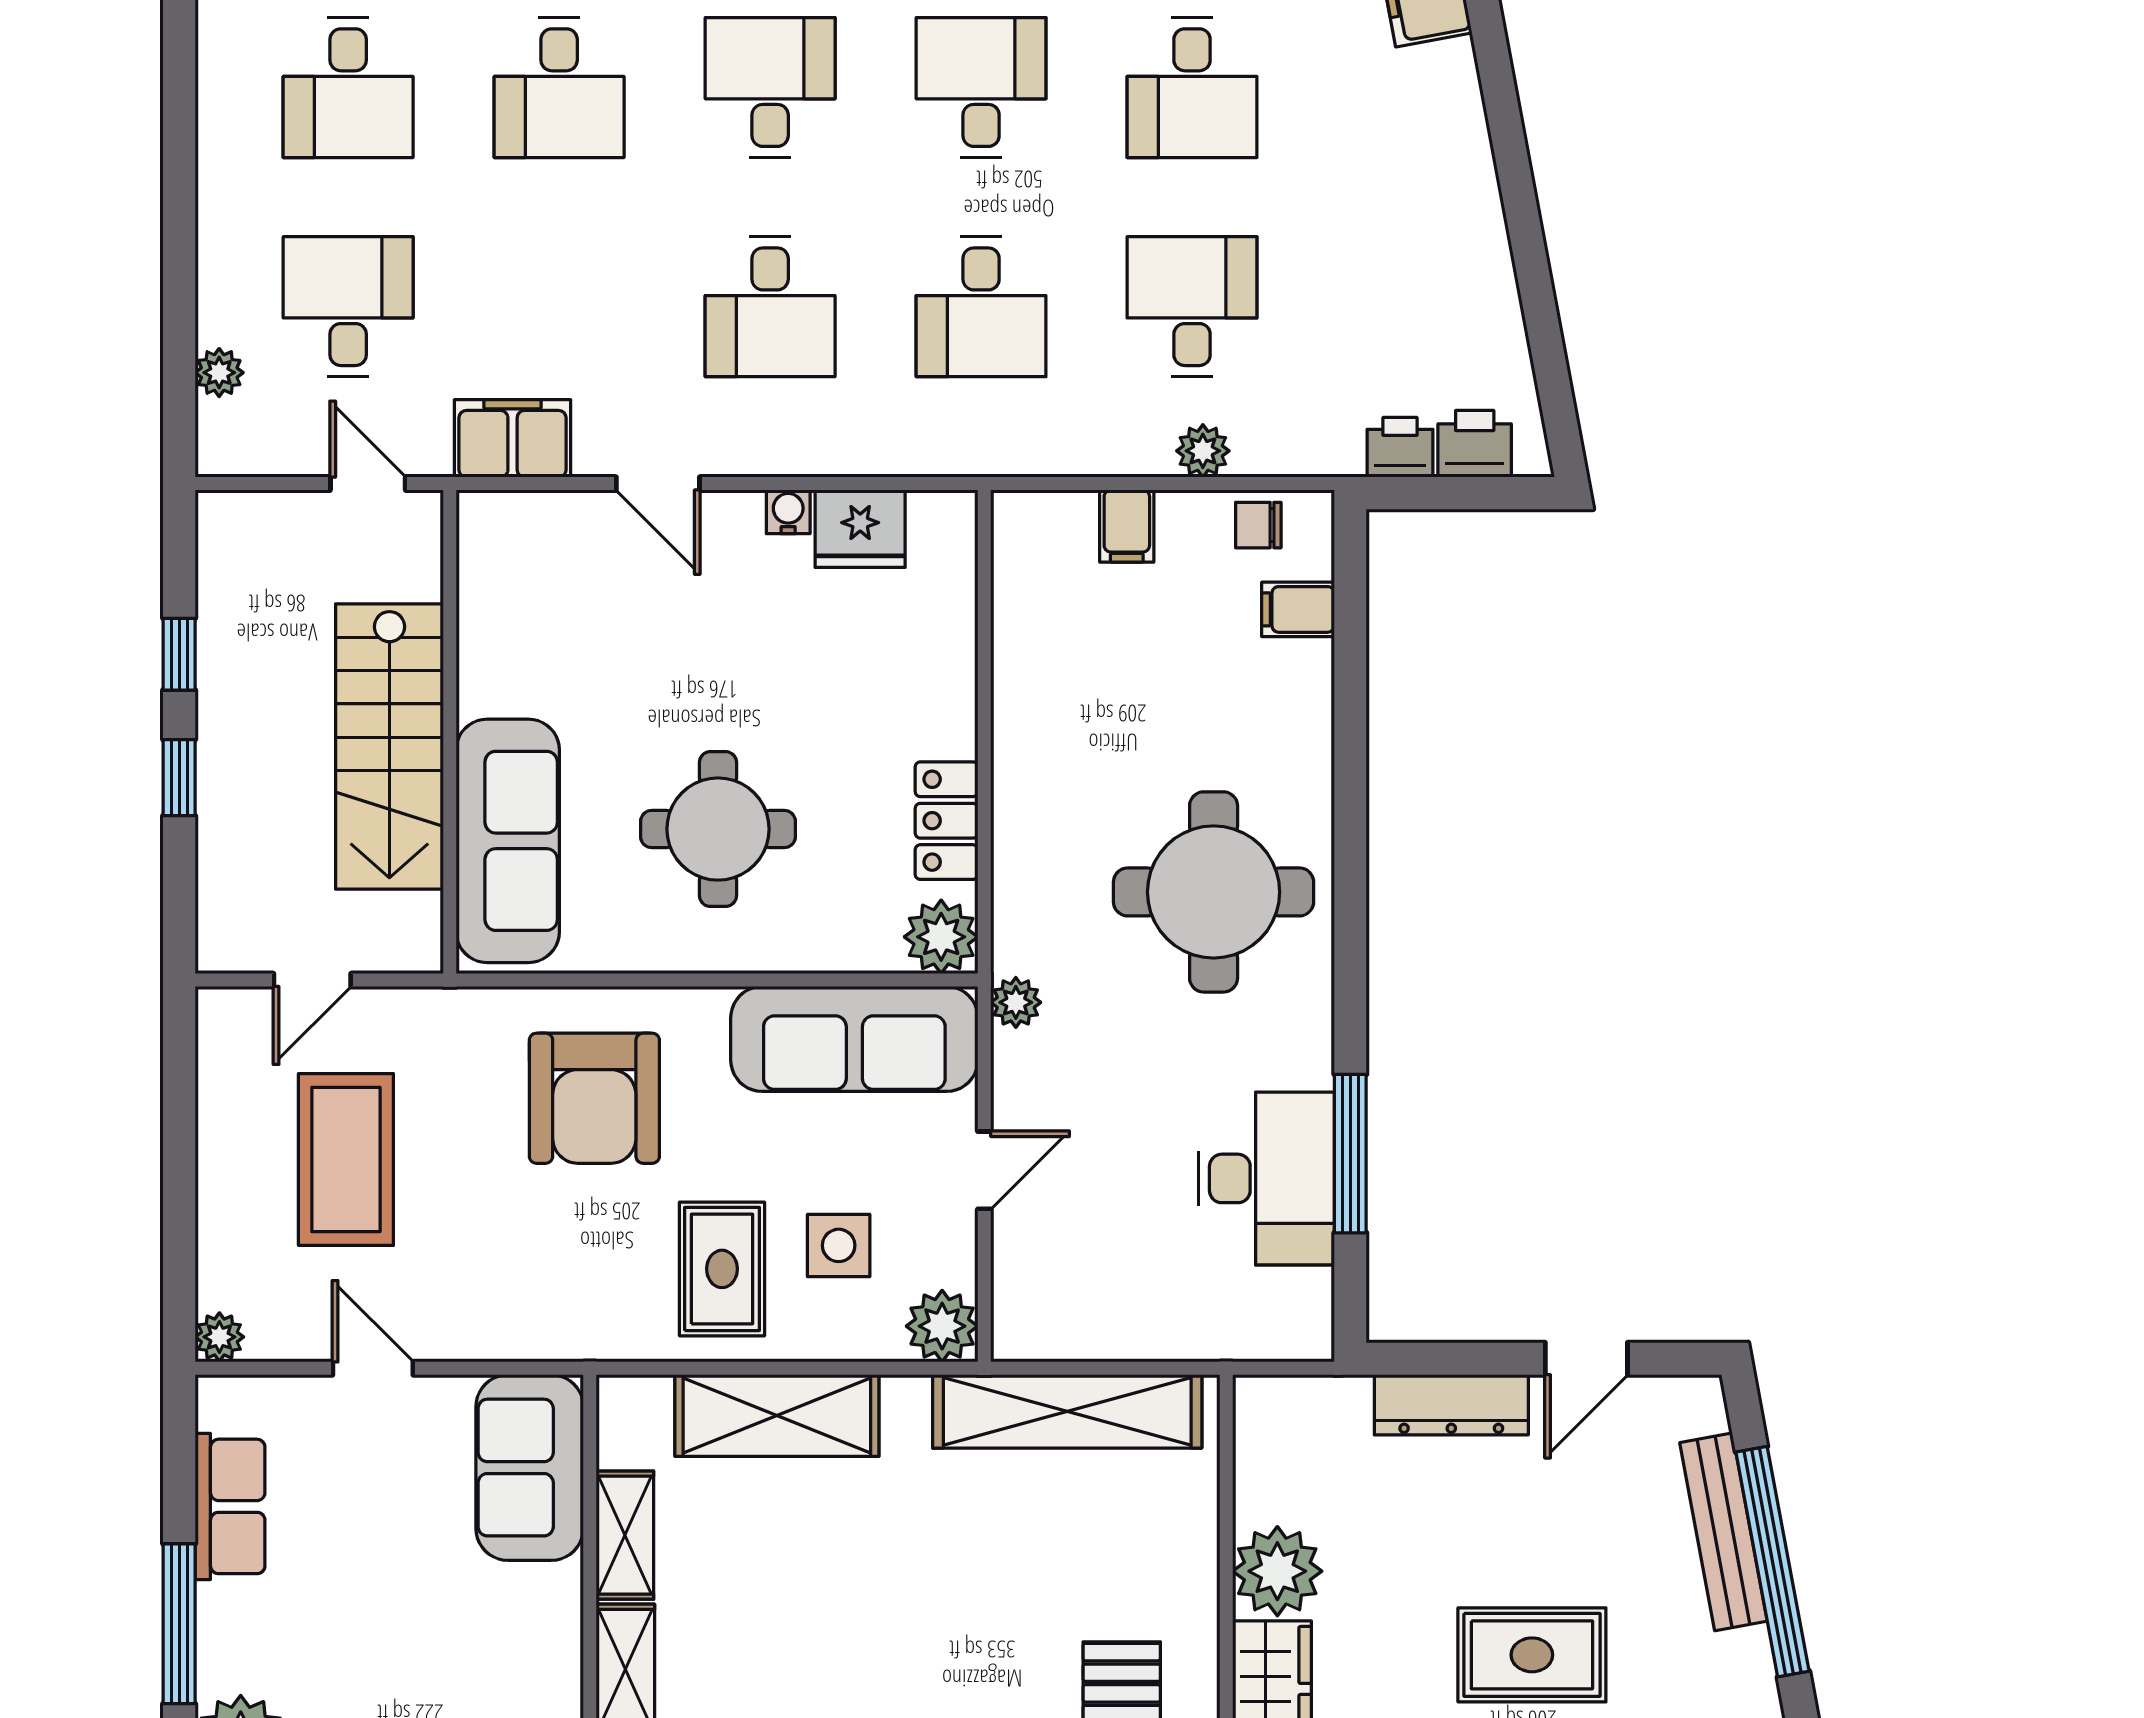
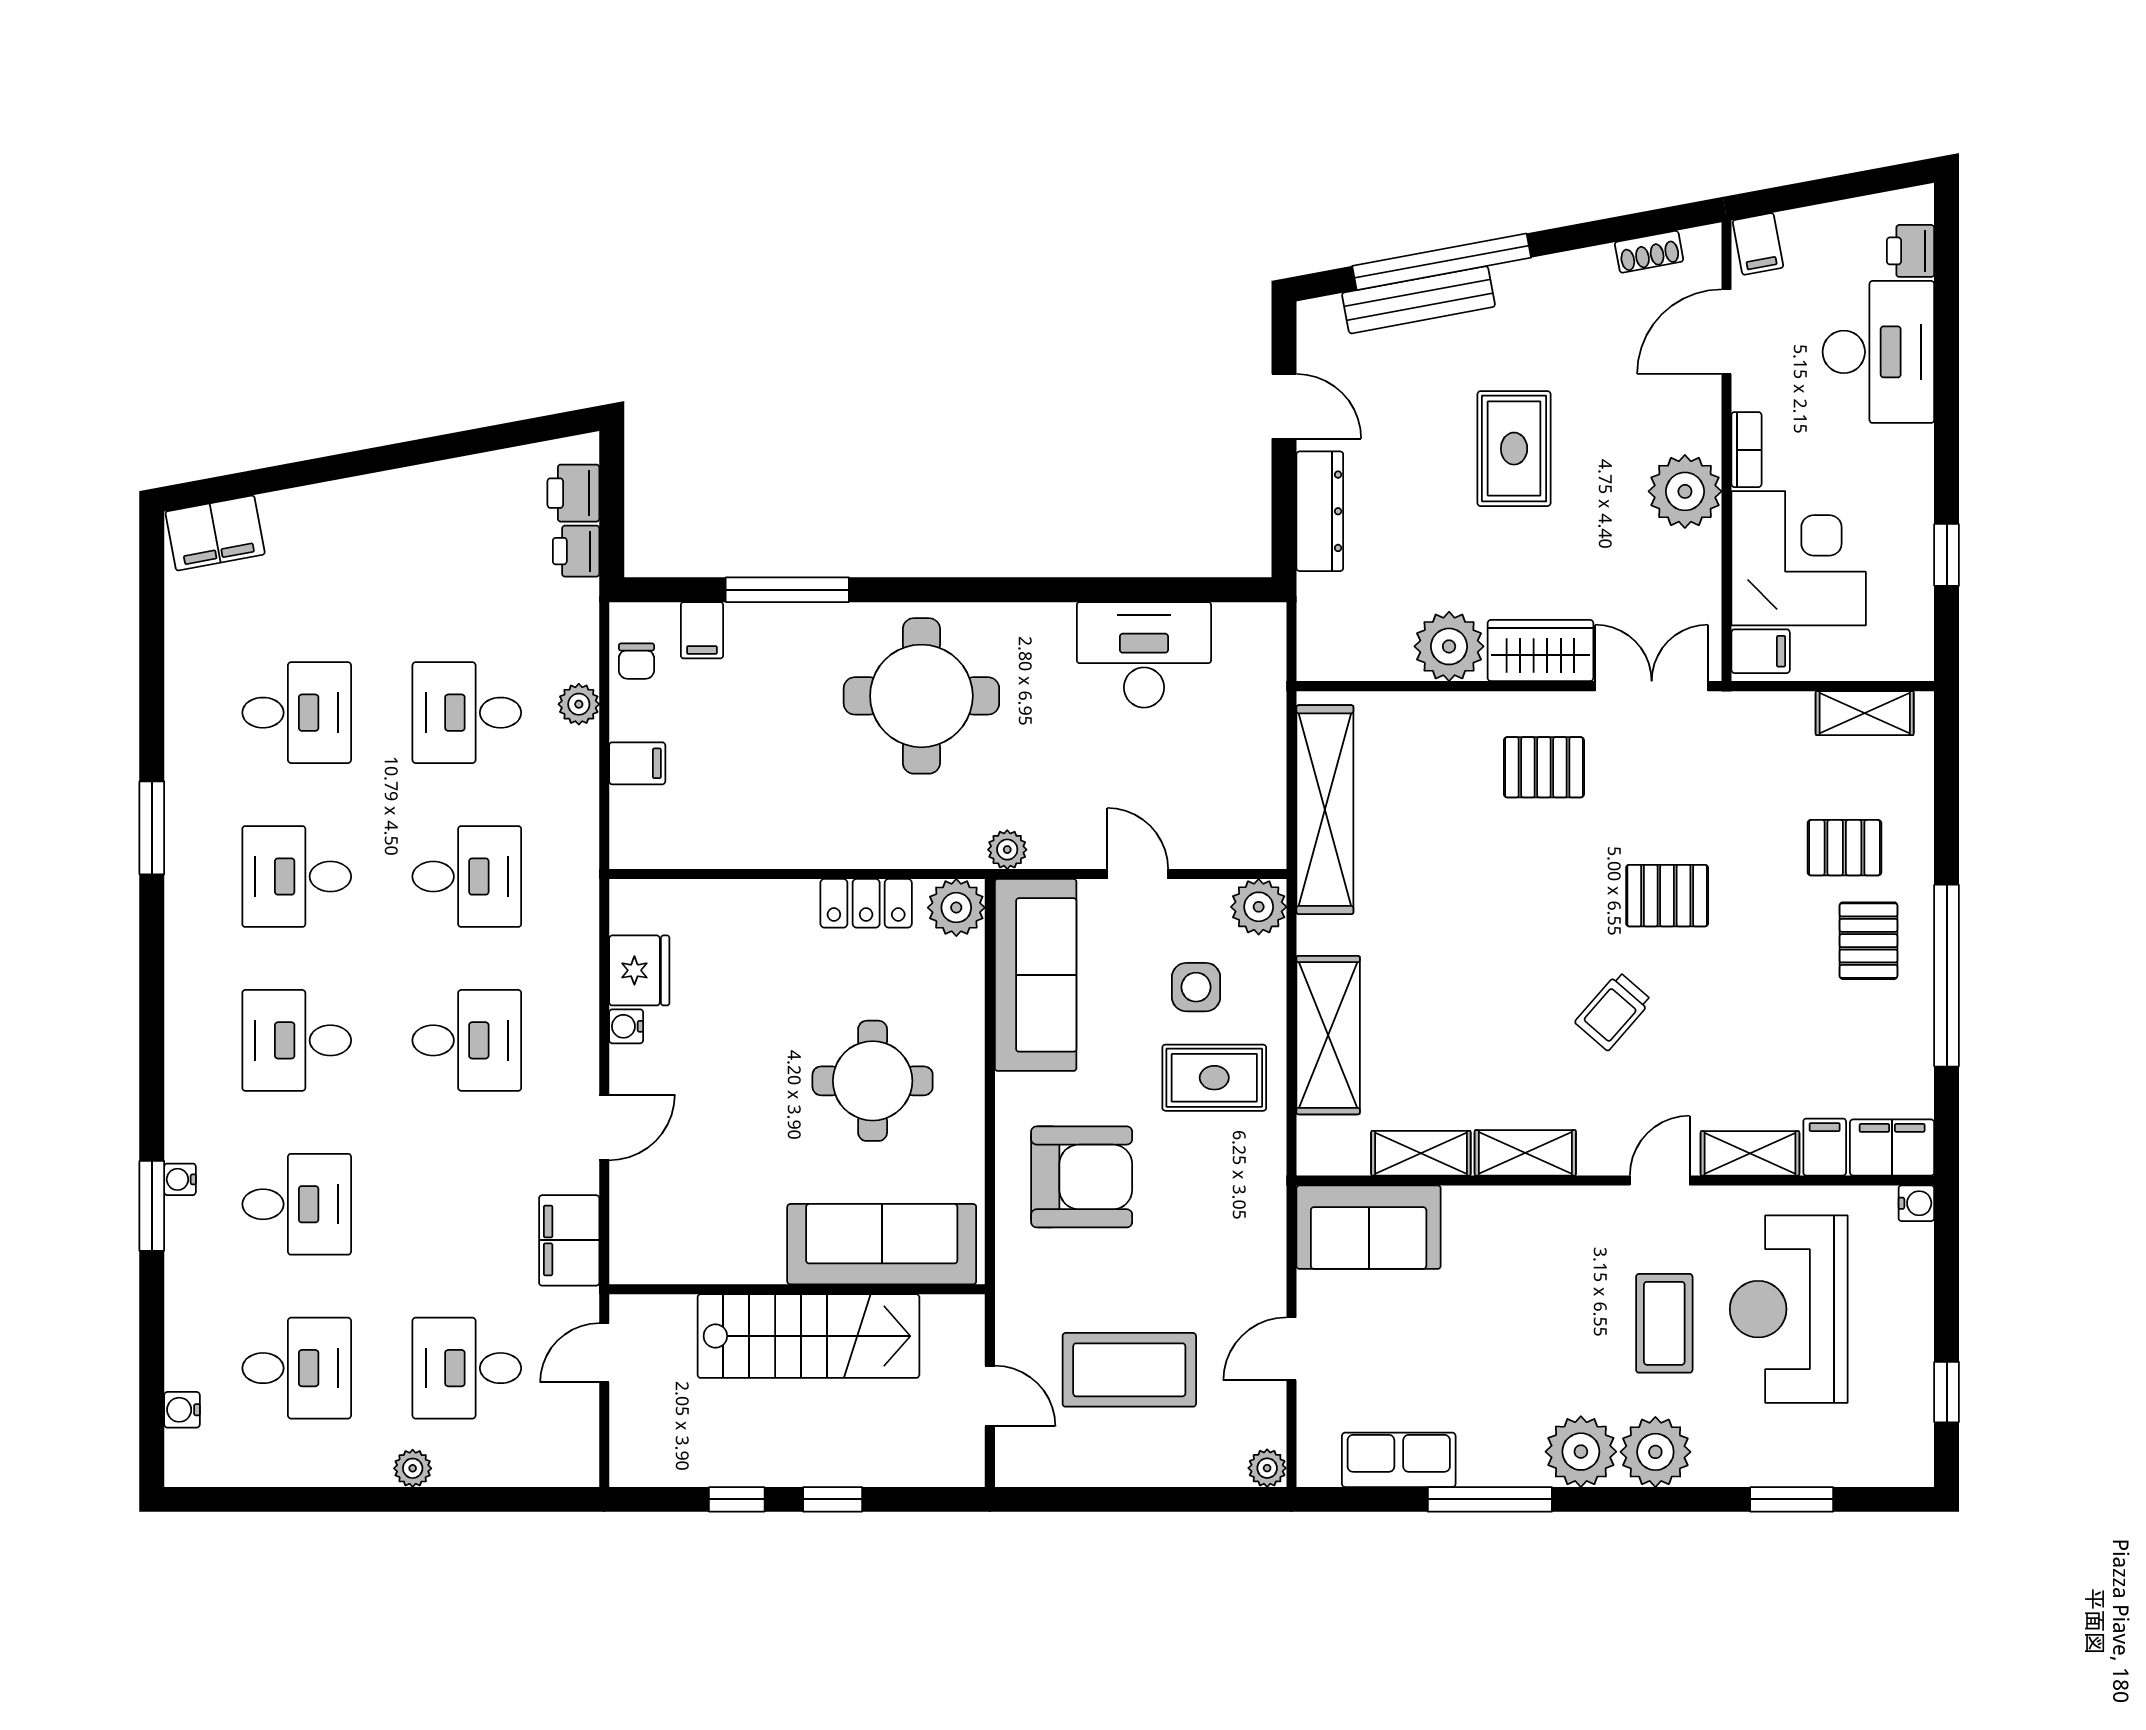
plant: (219, 373) -> (413, 1468), moved
window: (1350, 1154) -> (787, 590), moved

